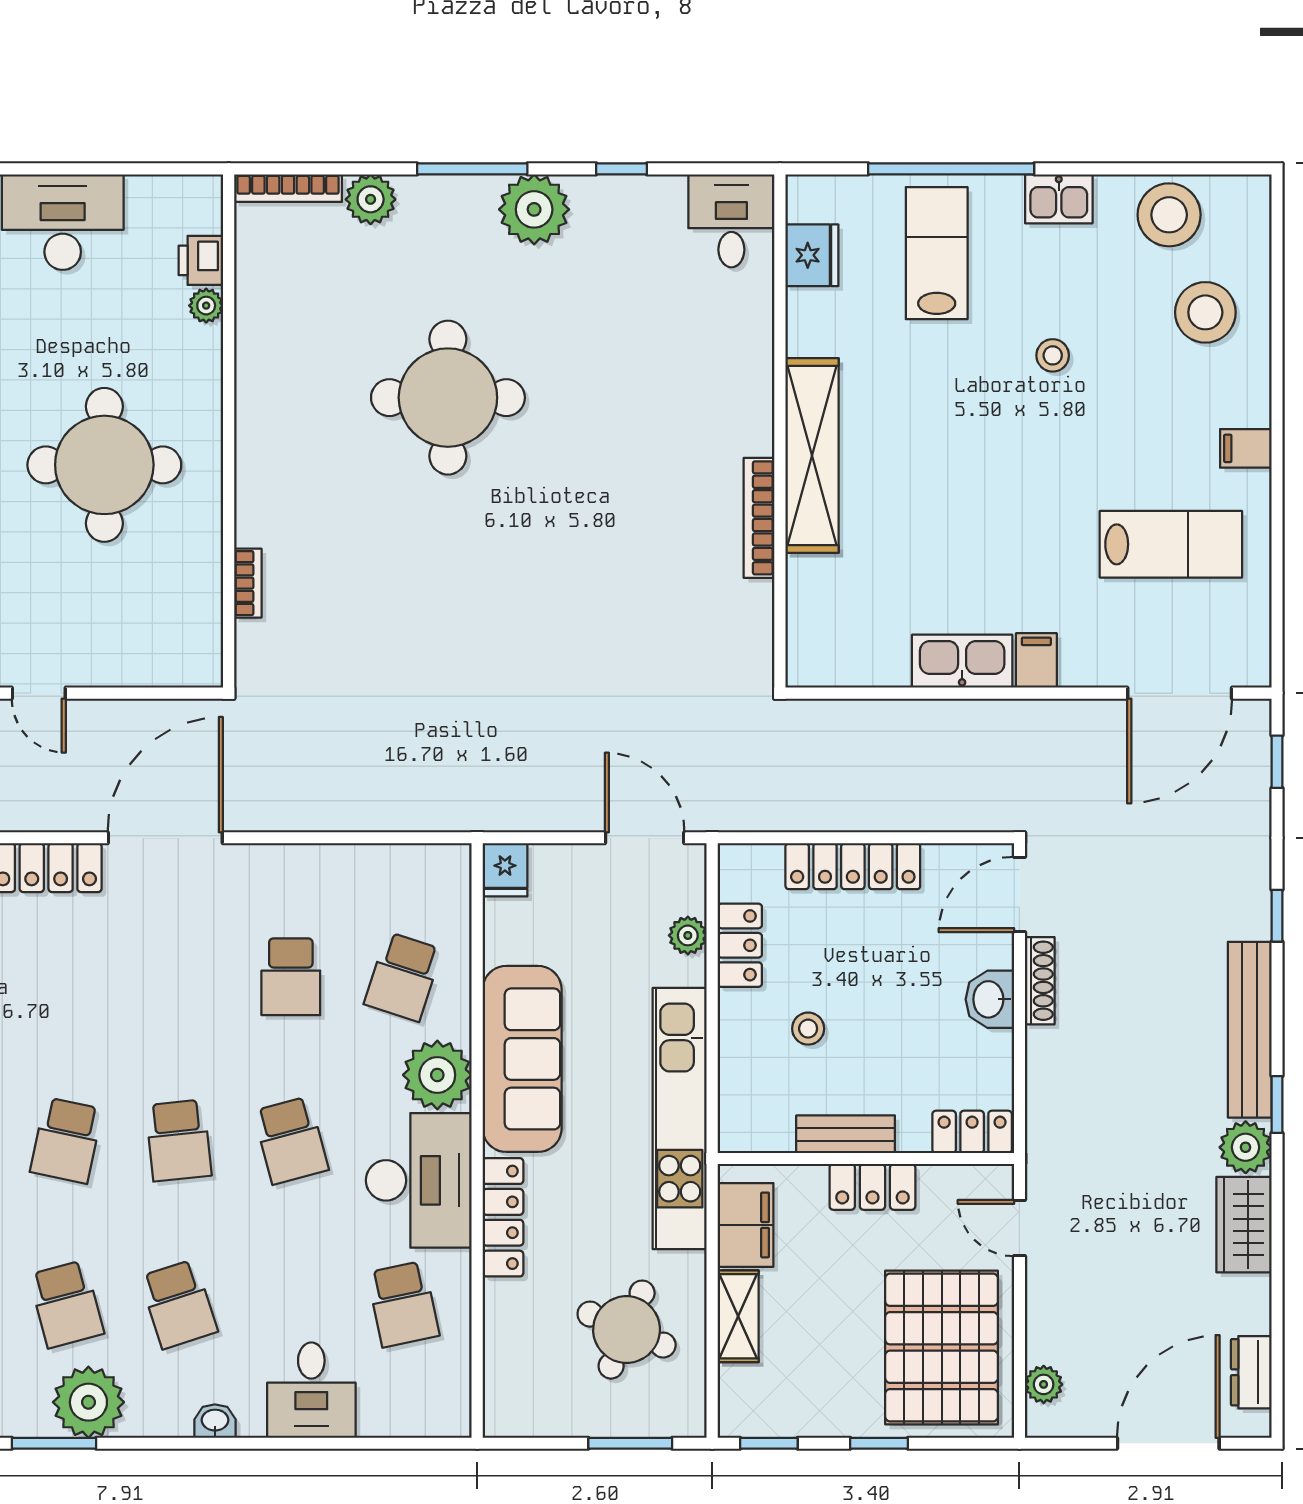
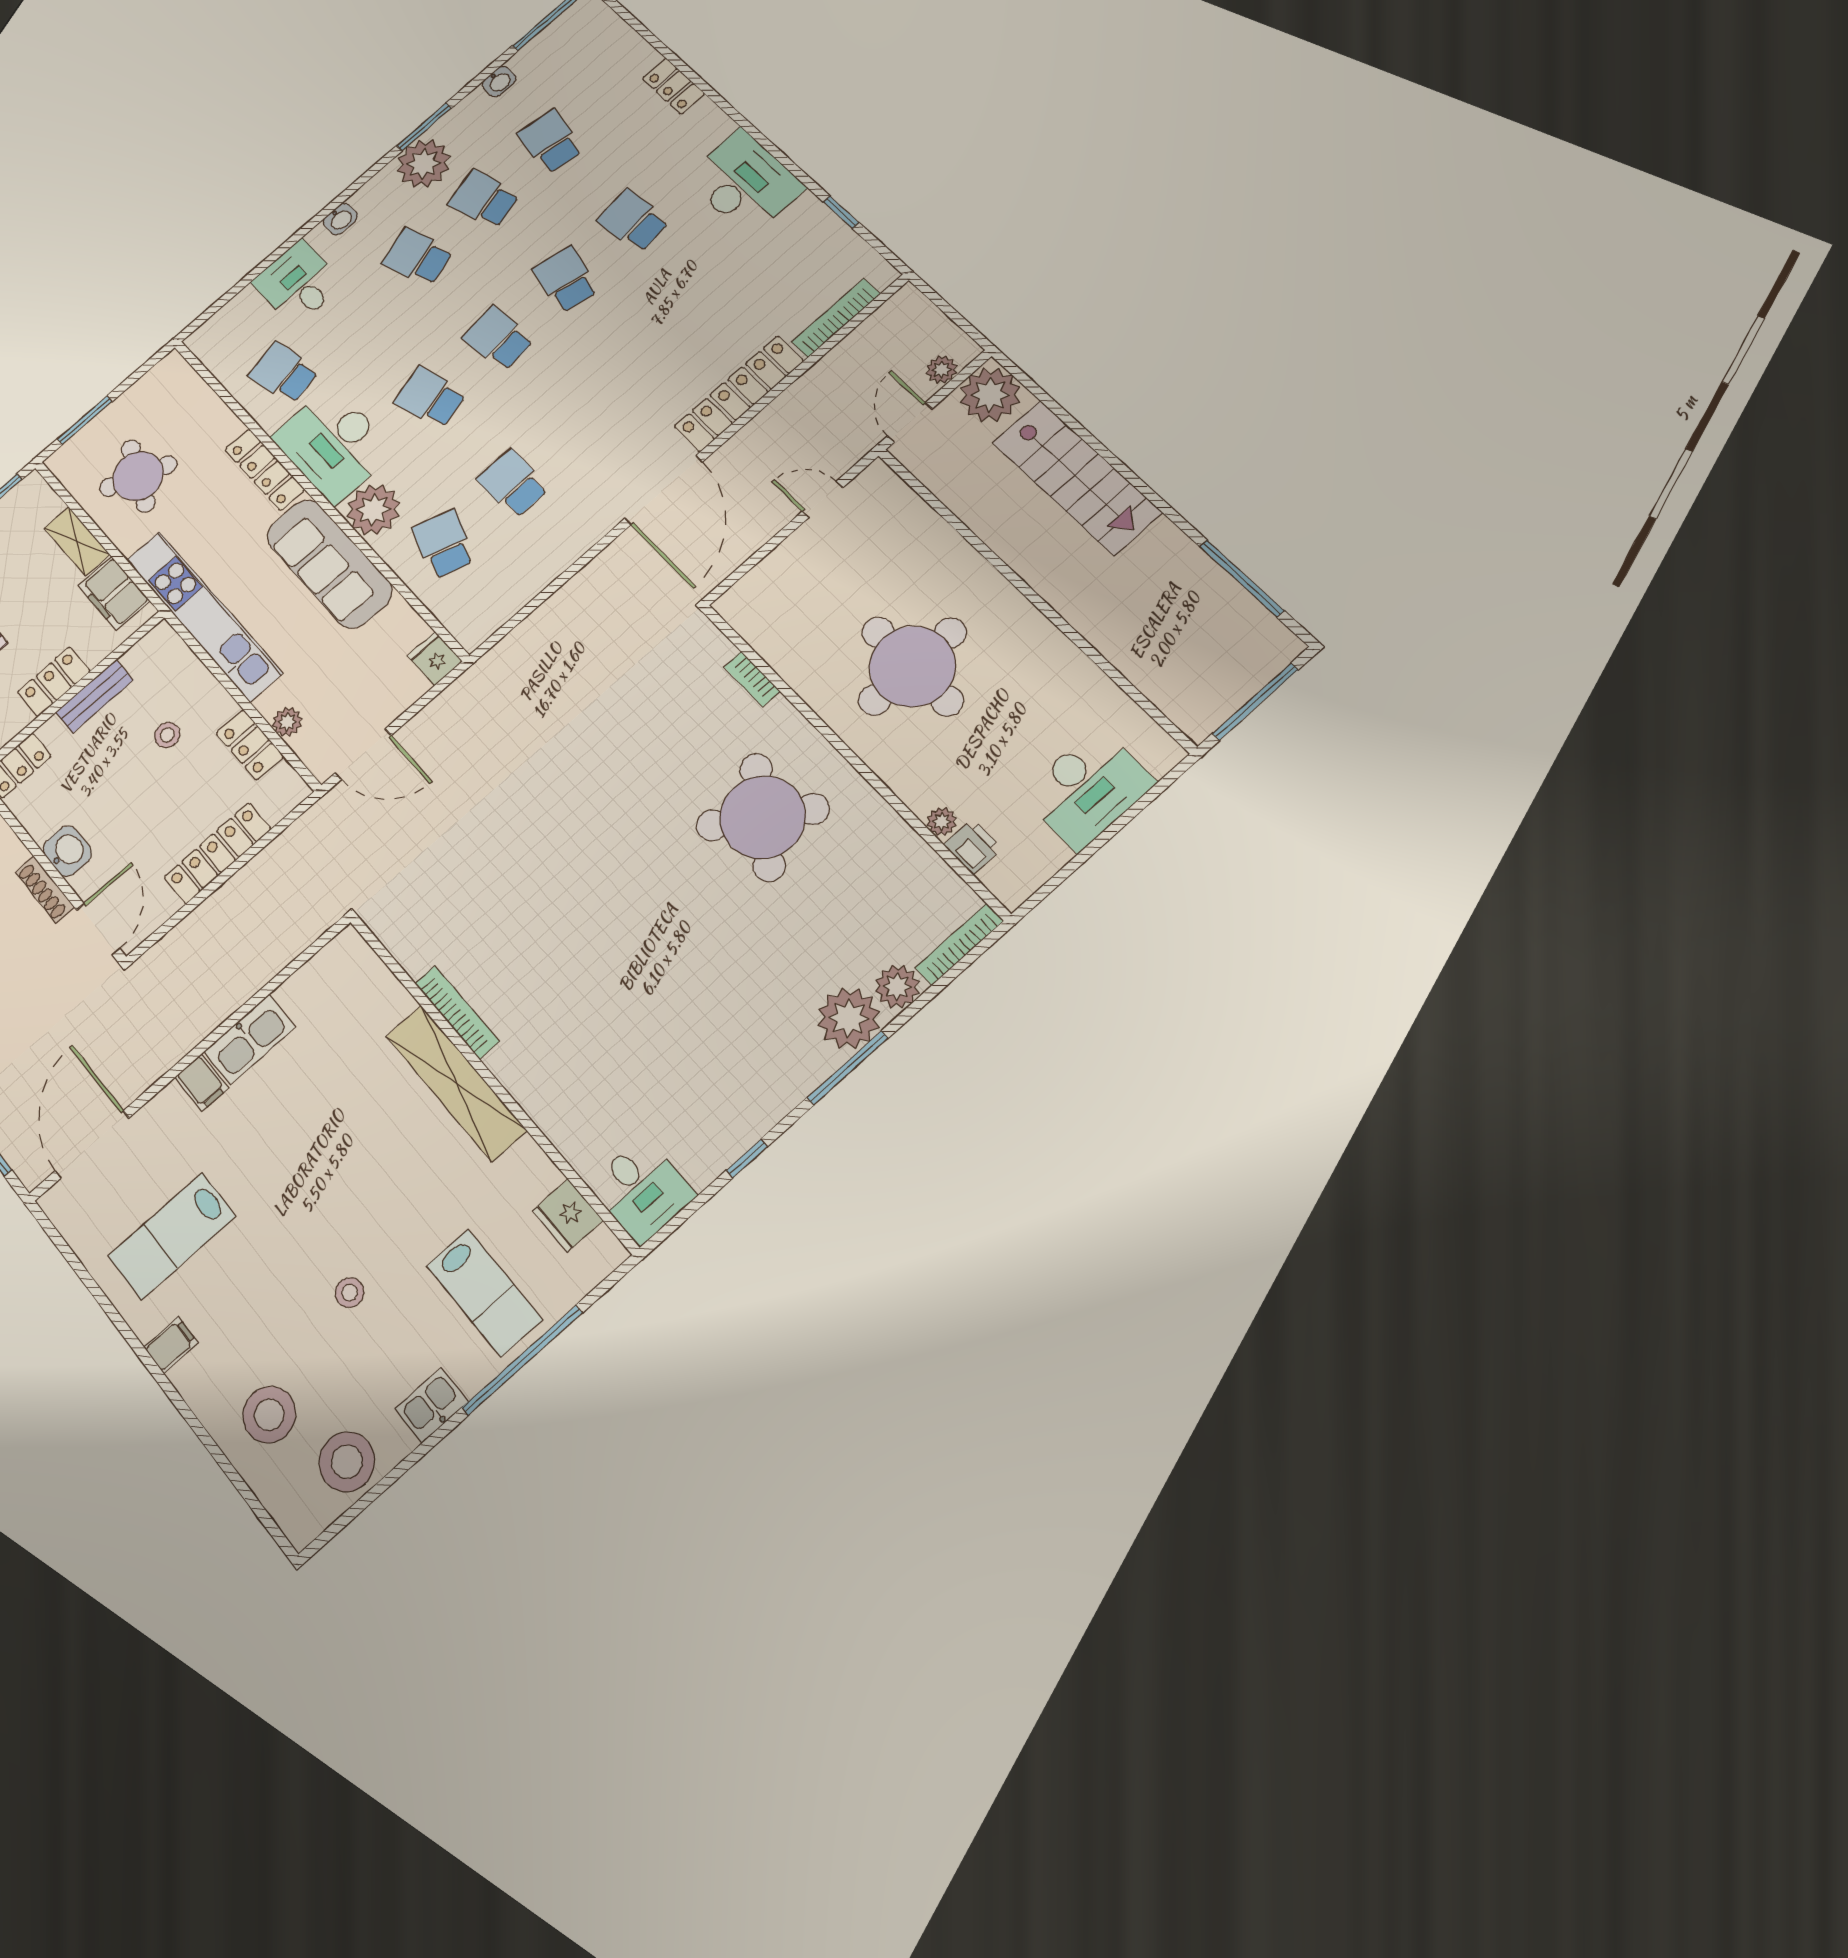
plant: (534, 209) -> (849, 1018), moved
round table: (448, 398) -> (763, 817), moved, turned 34

